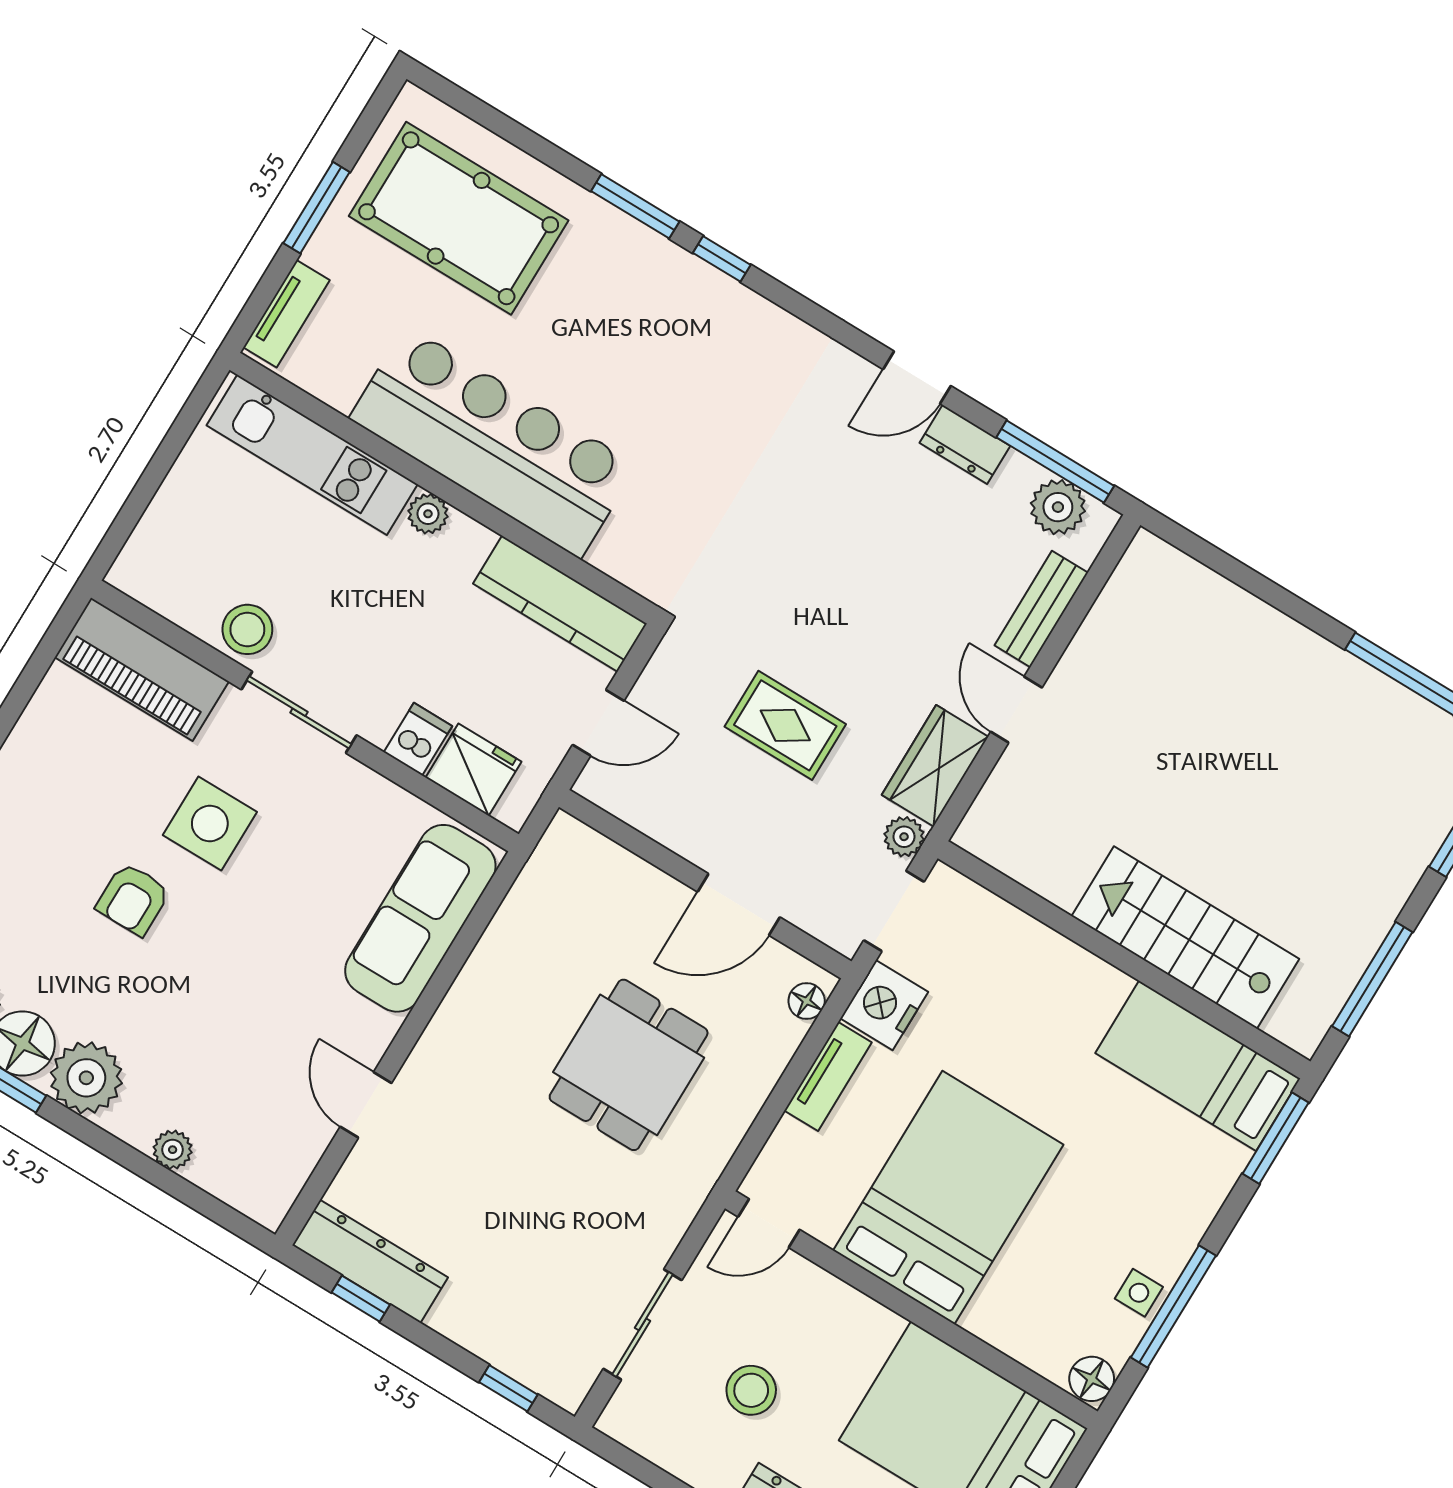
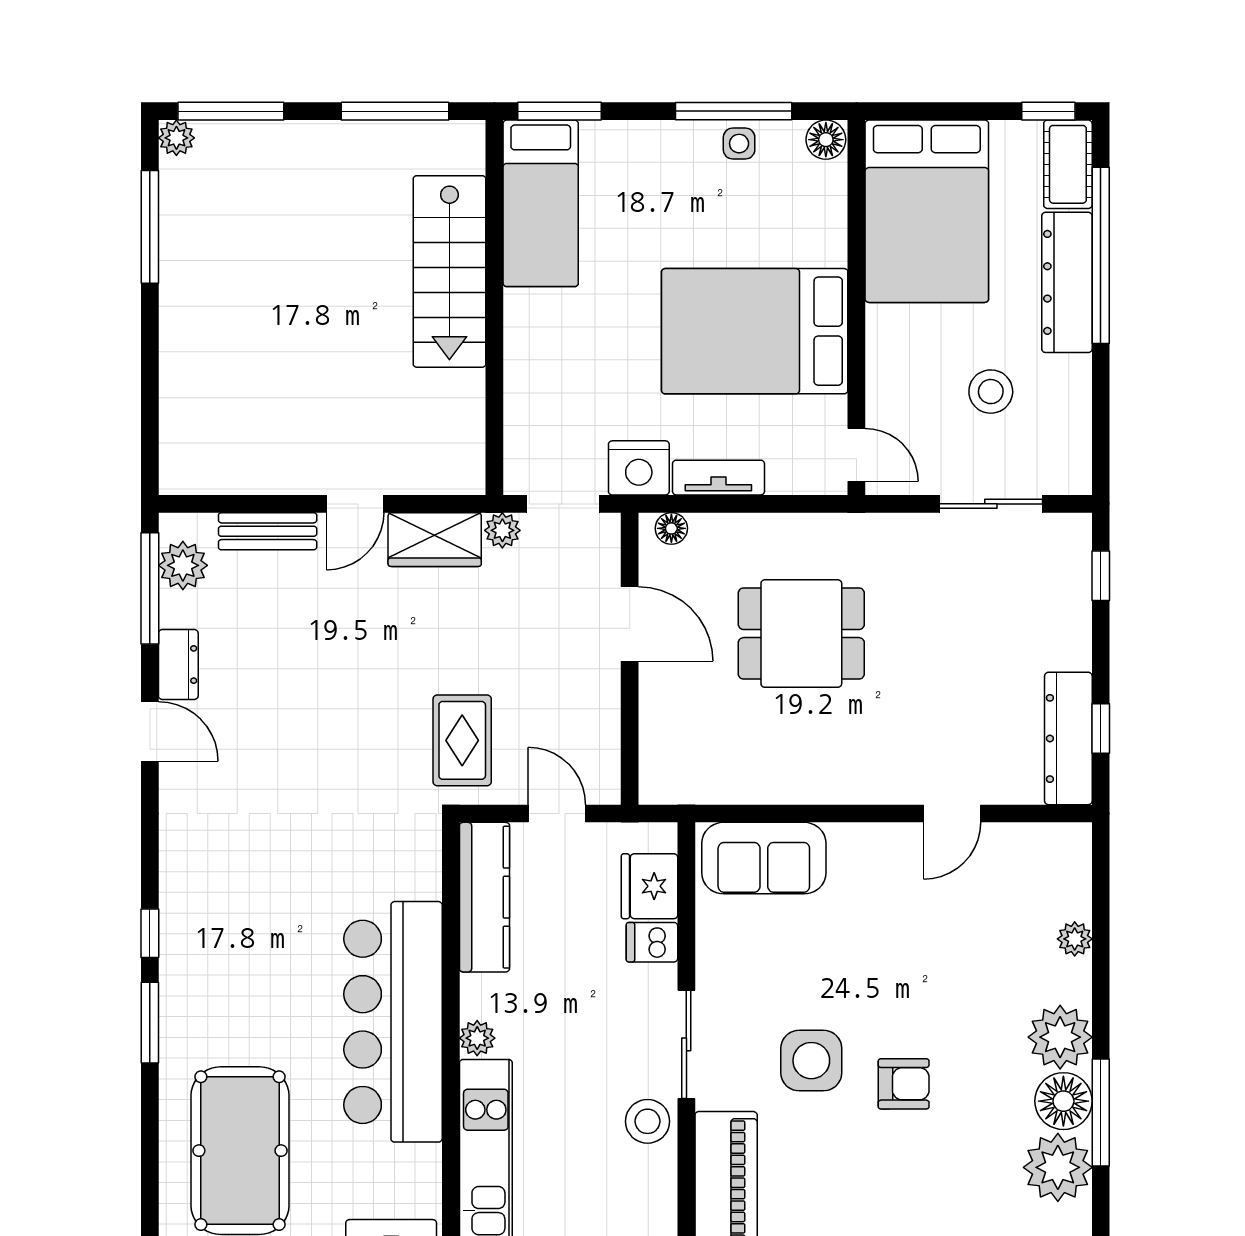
rug: (785, 725) -> (462, 740), moved
sofa: (420, 918) -> (764, 858), width x0.73

